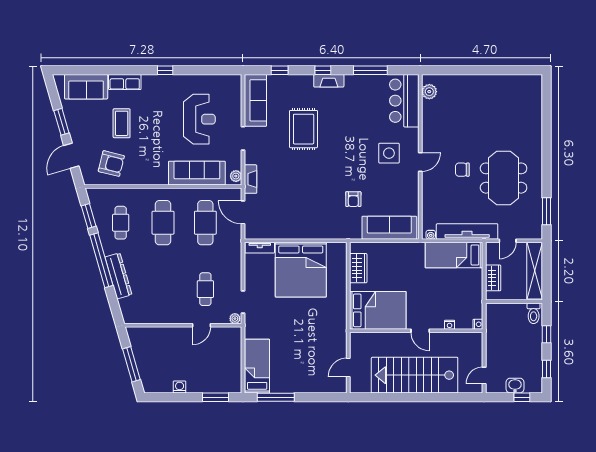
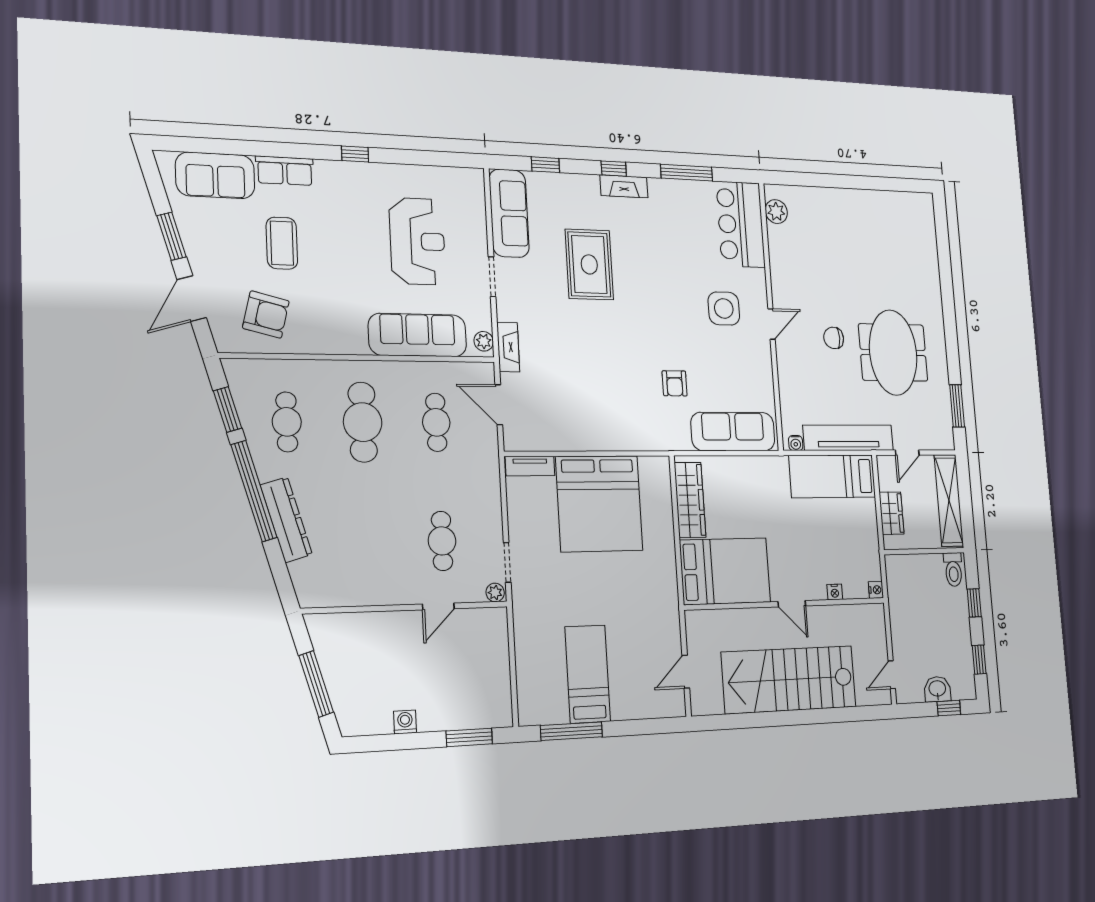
cafe table: (205, 223) -> (436, 422), width x0.73, depth x0.74
wardrobe: (358, 268) -> (690, 500), width x1.50
bed: (257, 366) -> (588, 674), moved

